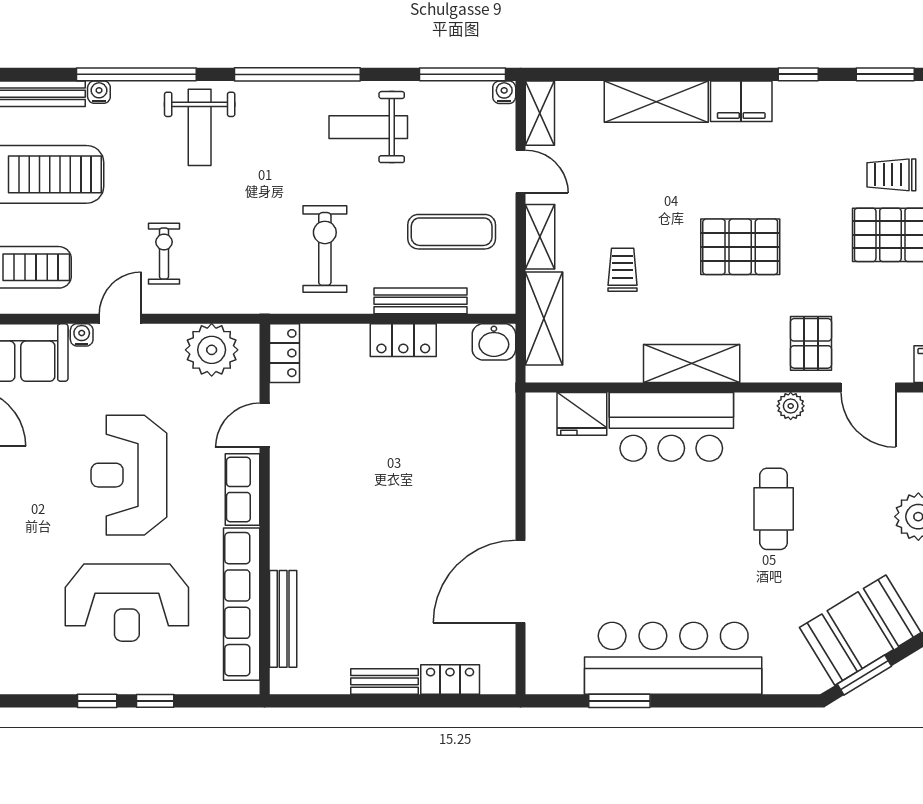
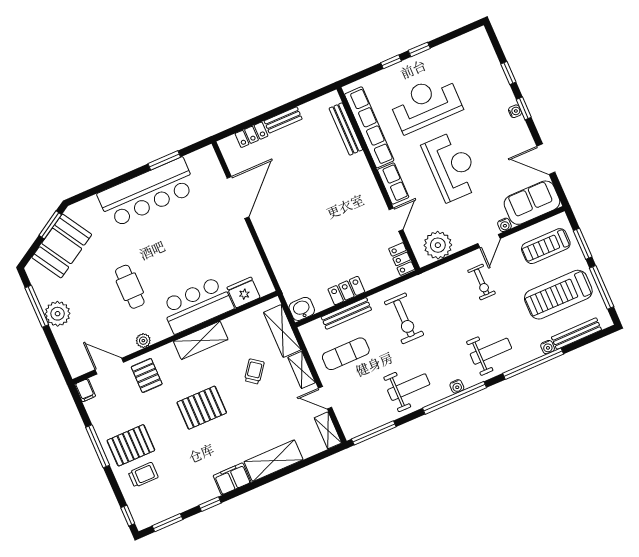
water cooler: (504, 92) -> (457, 386), moved
weight bench: (200, 127) -> (491, 351), turned 90
trolley: (623, 270) -> (254, 371), turned -143

